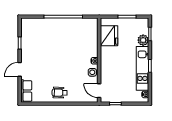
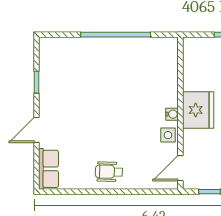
fridge: (109, 36) -> (198, 110), moved
door: (99, 91) -> (180, 168), hinge flipped

